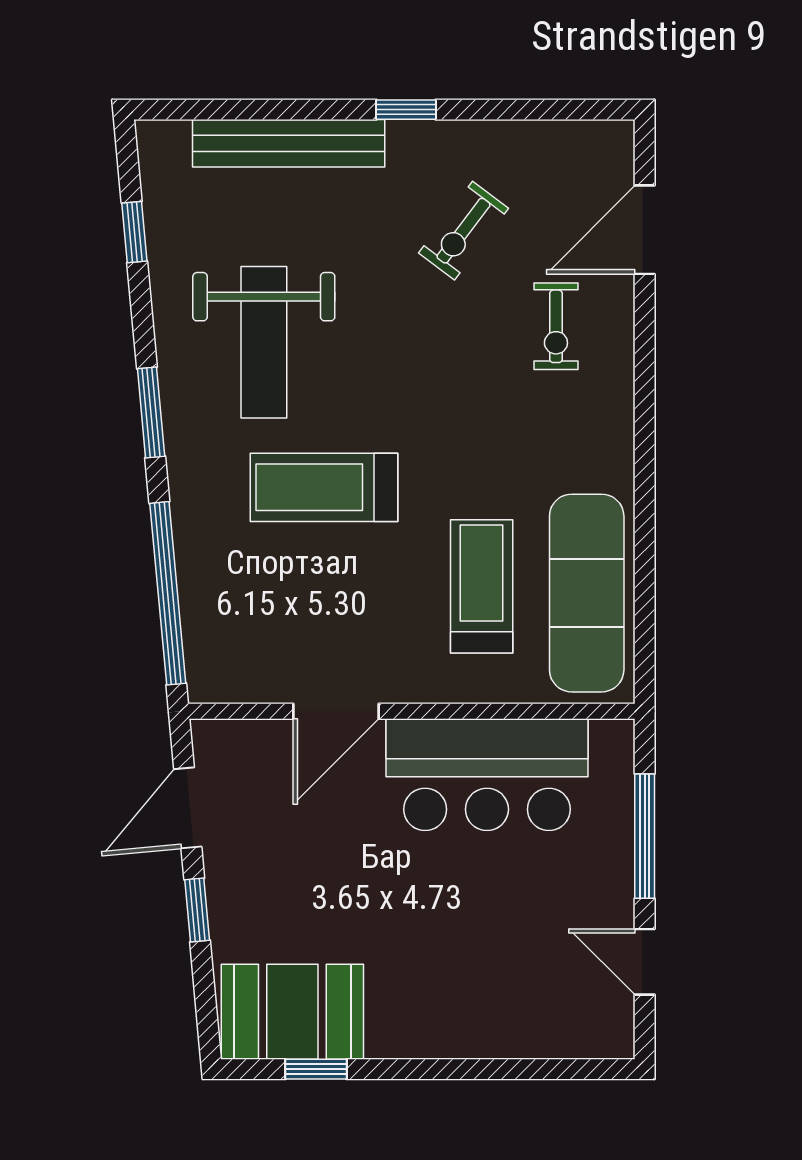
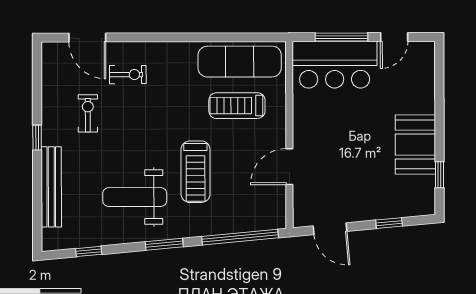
exercise bike: (464, 231) -> (88, 113), turned -127
weight bench: (264, 342) -> (135, 197), turned 180
door: (336, 711) -> (289, 167), swing flipped
bar counter: (487, 775) -> (335, 65), moved, turned 90
window: (197, 910) -> (389, 223), moved
booth: (292, 1012) -> (415, 145), moved

